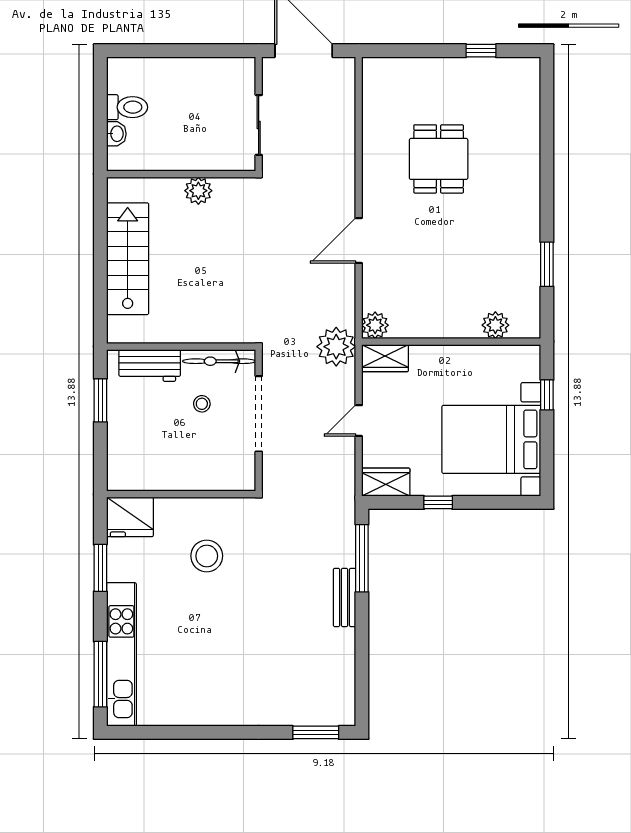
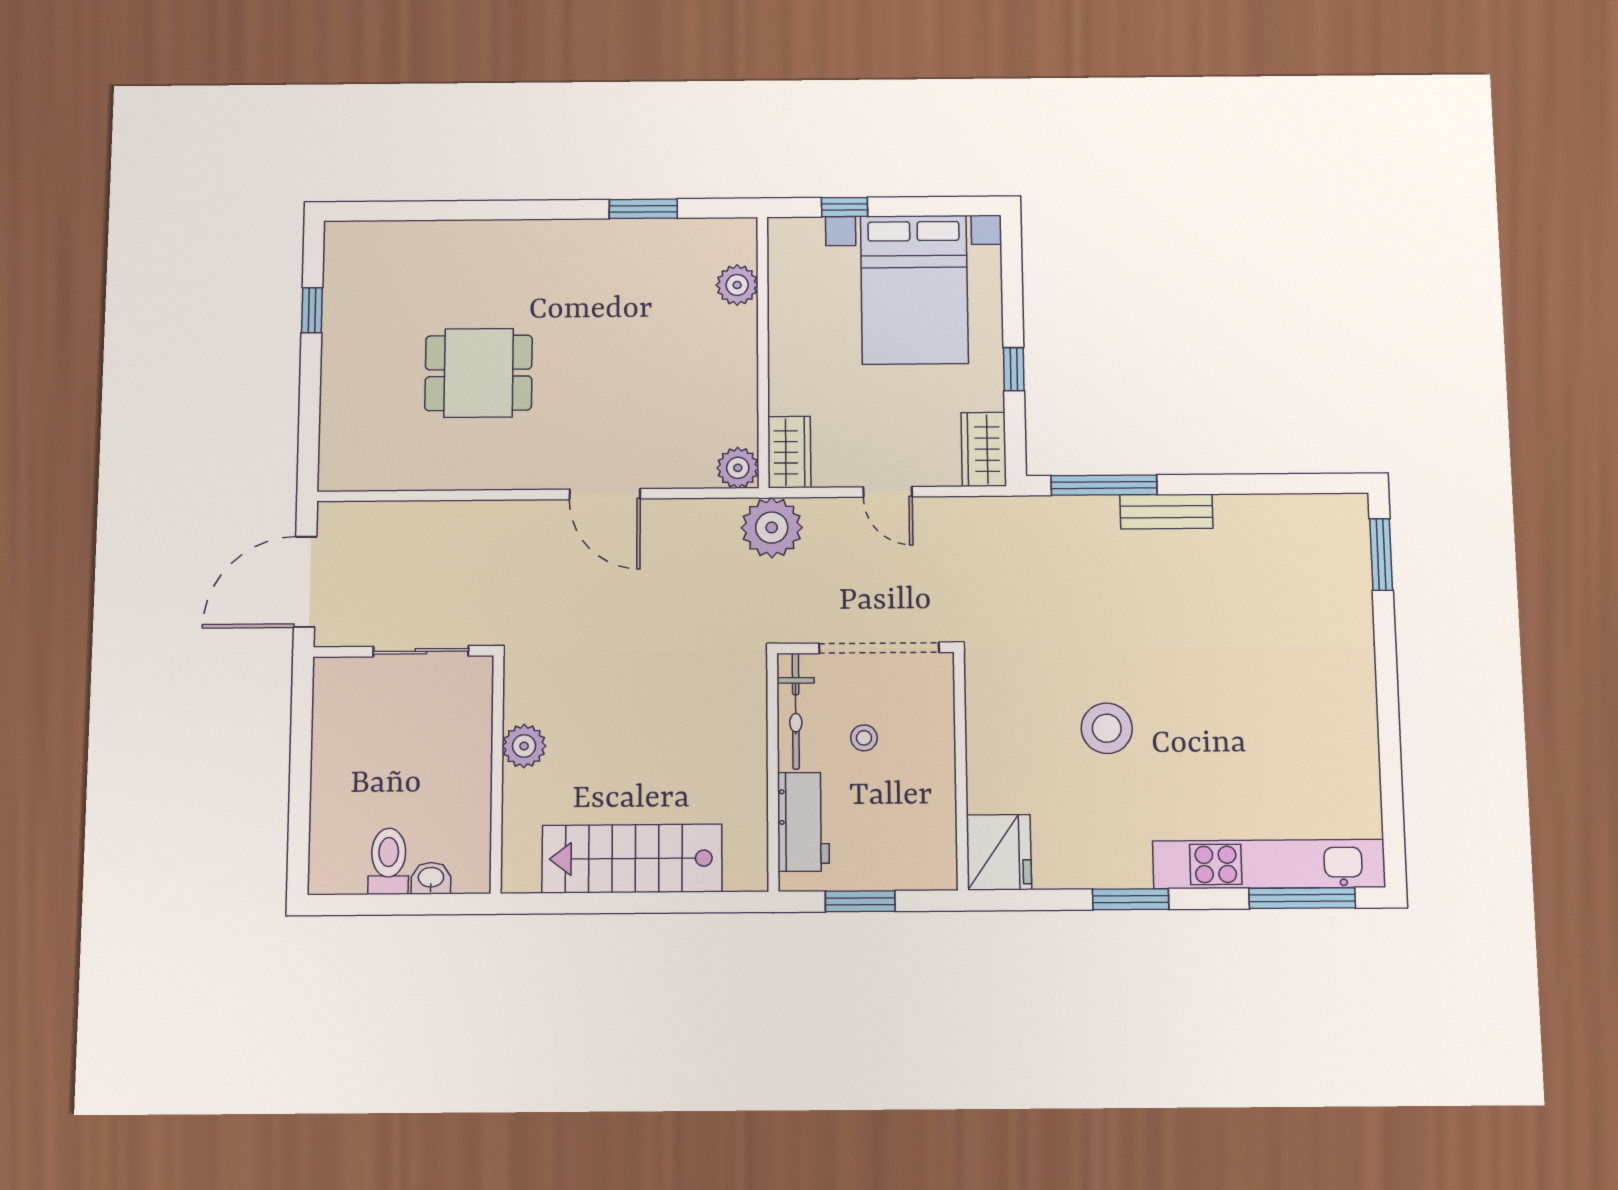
wall: (181, 494) -> (961, 770), moved
fridge: (130, 517) -> (999, 852), moved

